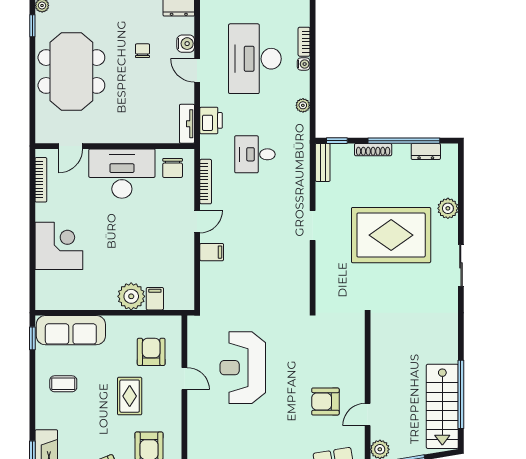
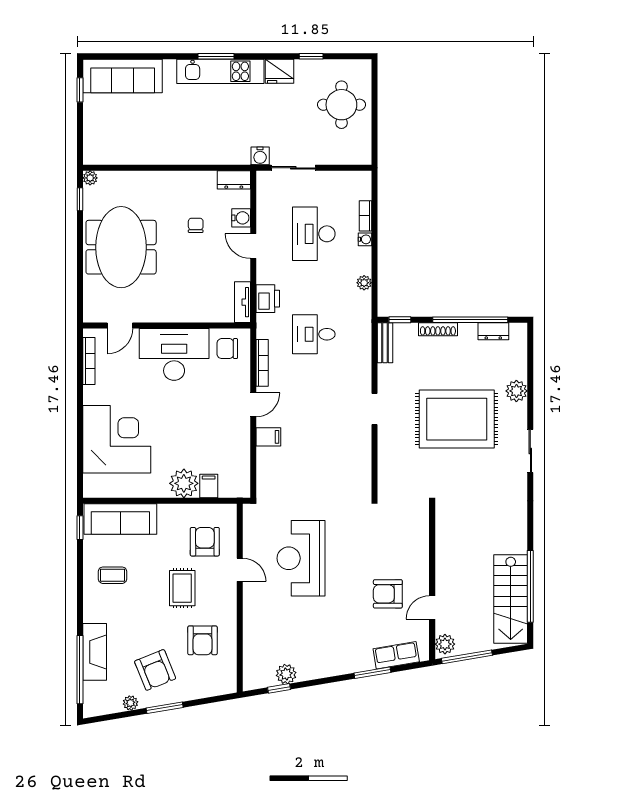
desk: (255, 59) -> (314, 234), width x0.73, depth x0.77
chair: (173, 168) -> (227, 349), turned 90
corner desk: (59, 246) -> (117, 439), width x1.36, depth x1.36

